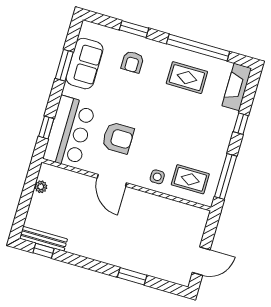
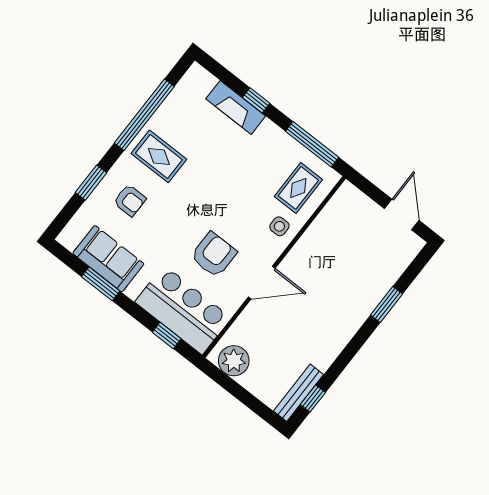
rug: (187, 78) -> (159, 156), moved, turned 90
fireplace: (237, 87) -> (236, 107), moved
plant: (41, 187) -> (234, 361), width x1.87, depth x1.87

